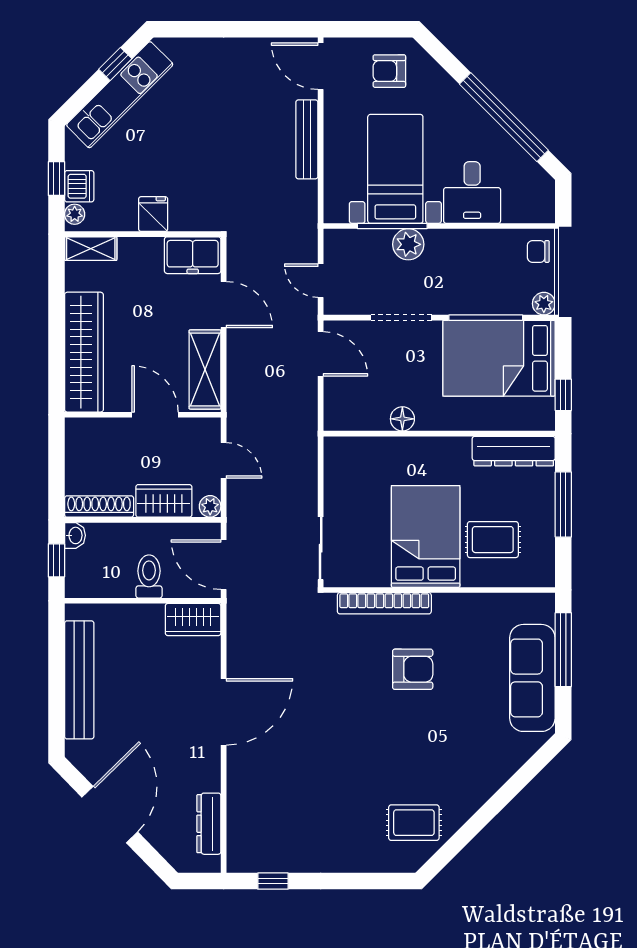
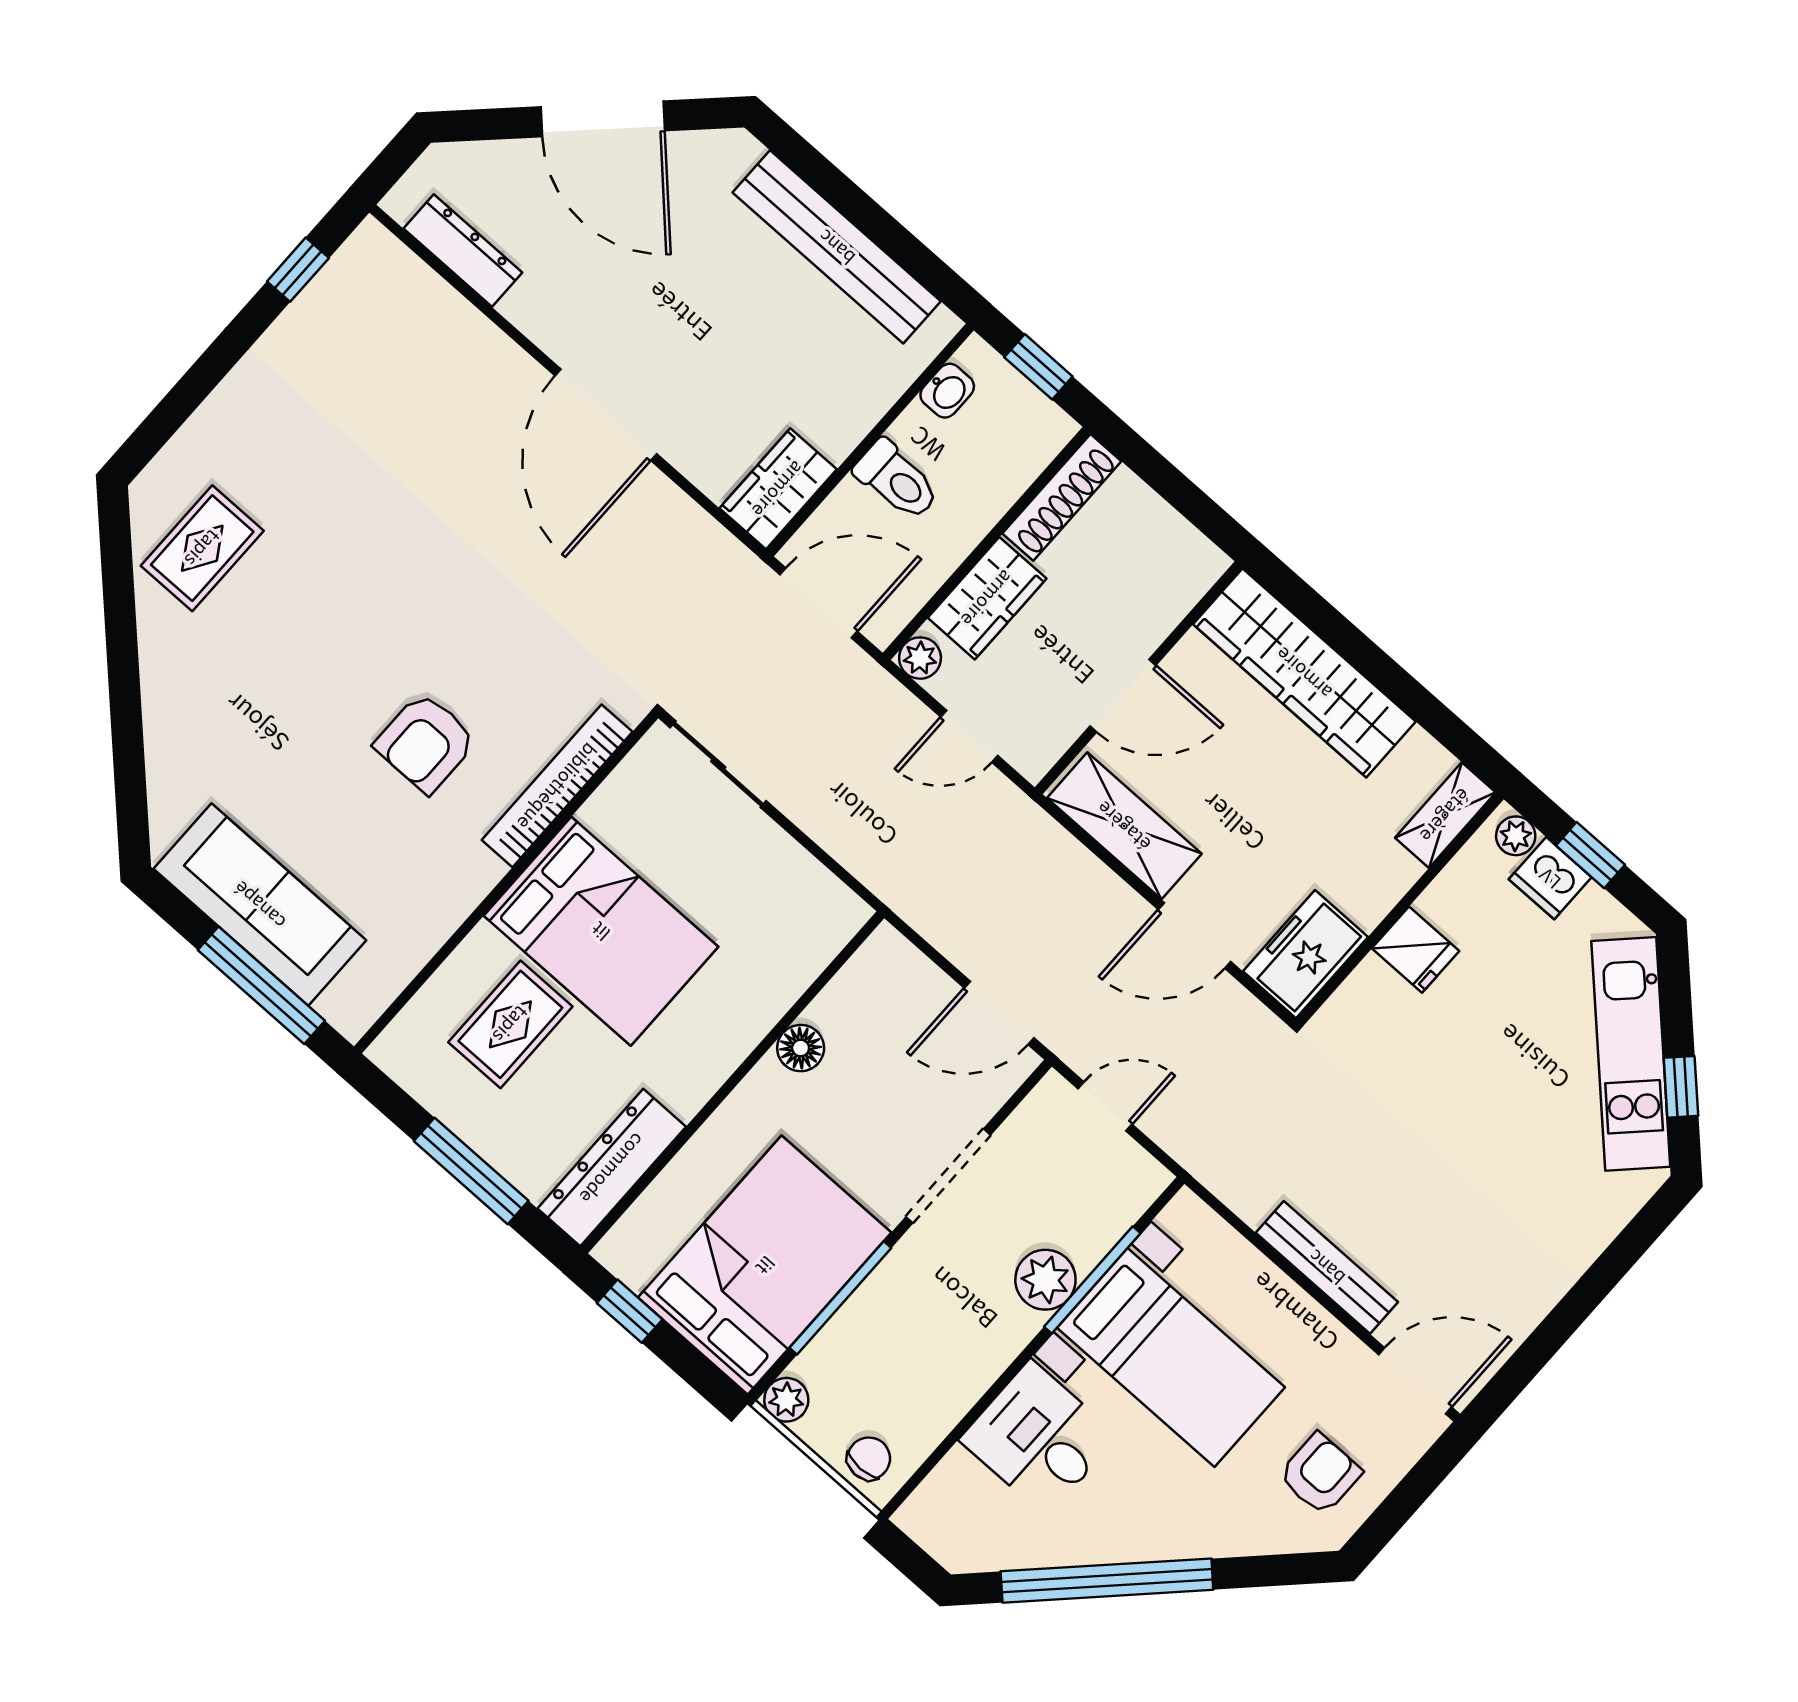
washbasin: (75, 535) -> (947, 391), moved, turned -90

